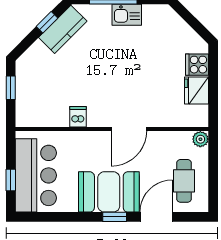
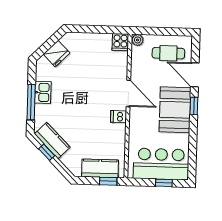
cooker: (197, 65) -> (120, 42), moved
window: (11, 88) -> (108, 181), moved
fridge: (197, 90) -> (57, 54), moved, turned -45
kitchen counter: (28, 94) -> (100, 168), added
dishwasher: (78, 117) -> (118, 117), moved

